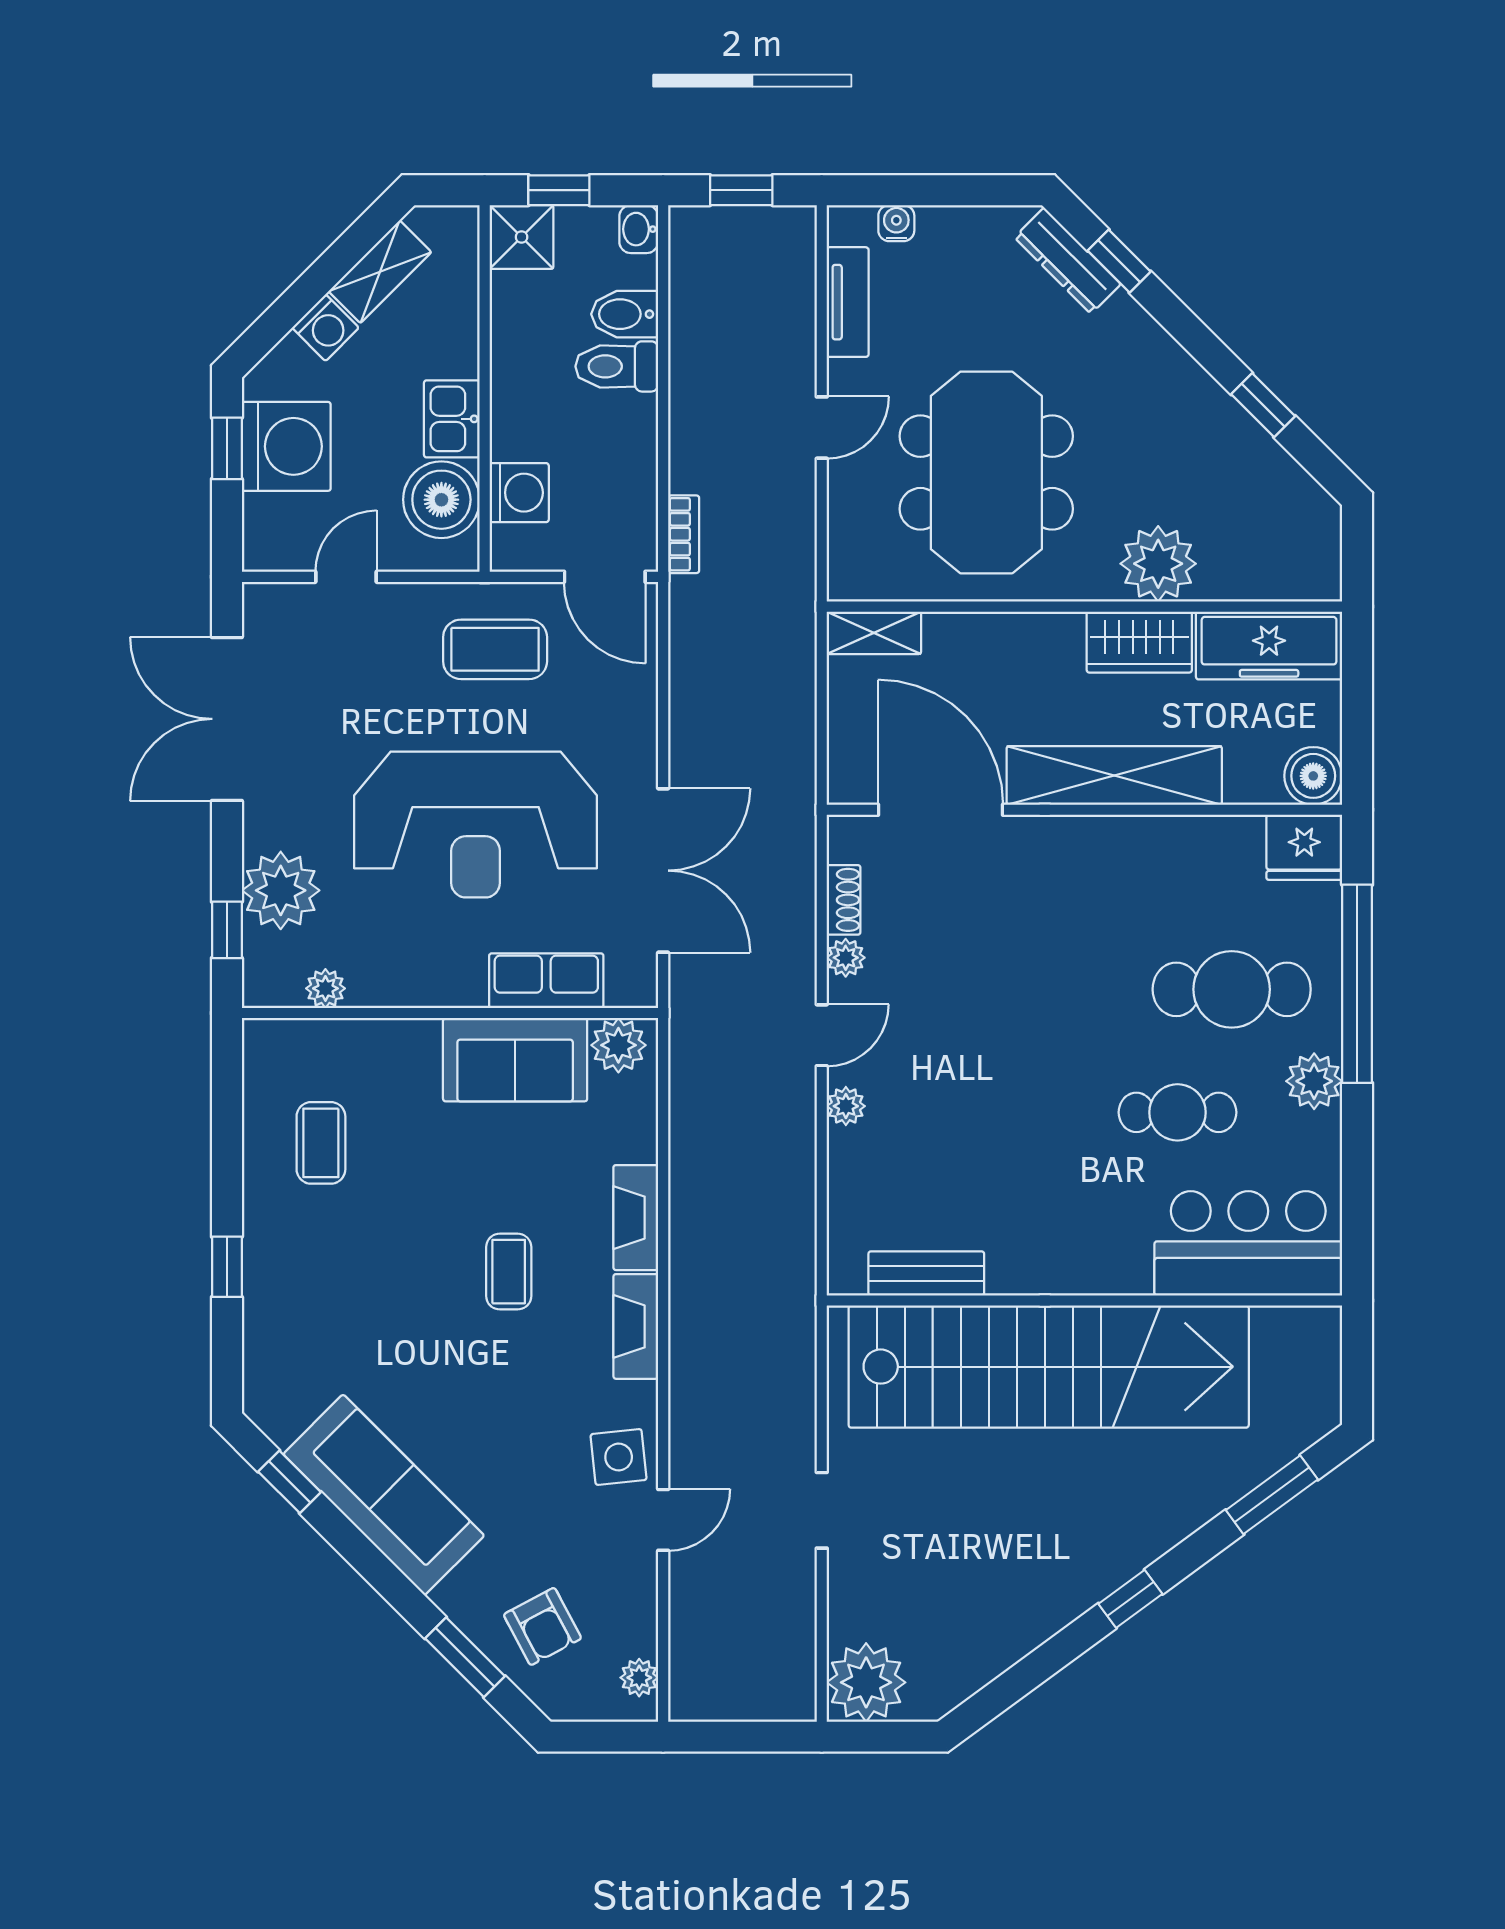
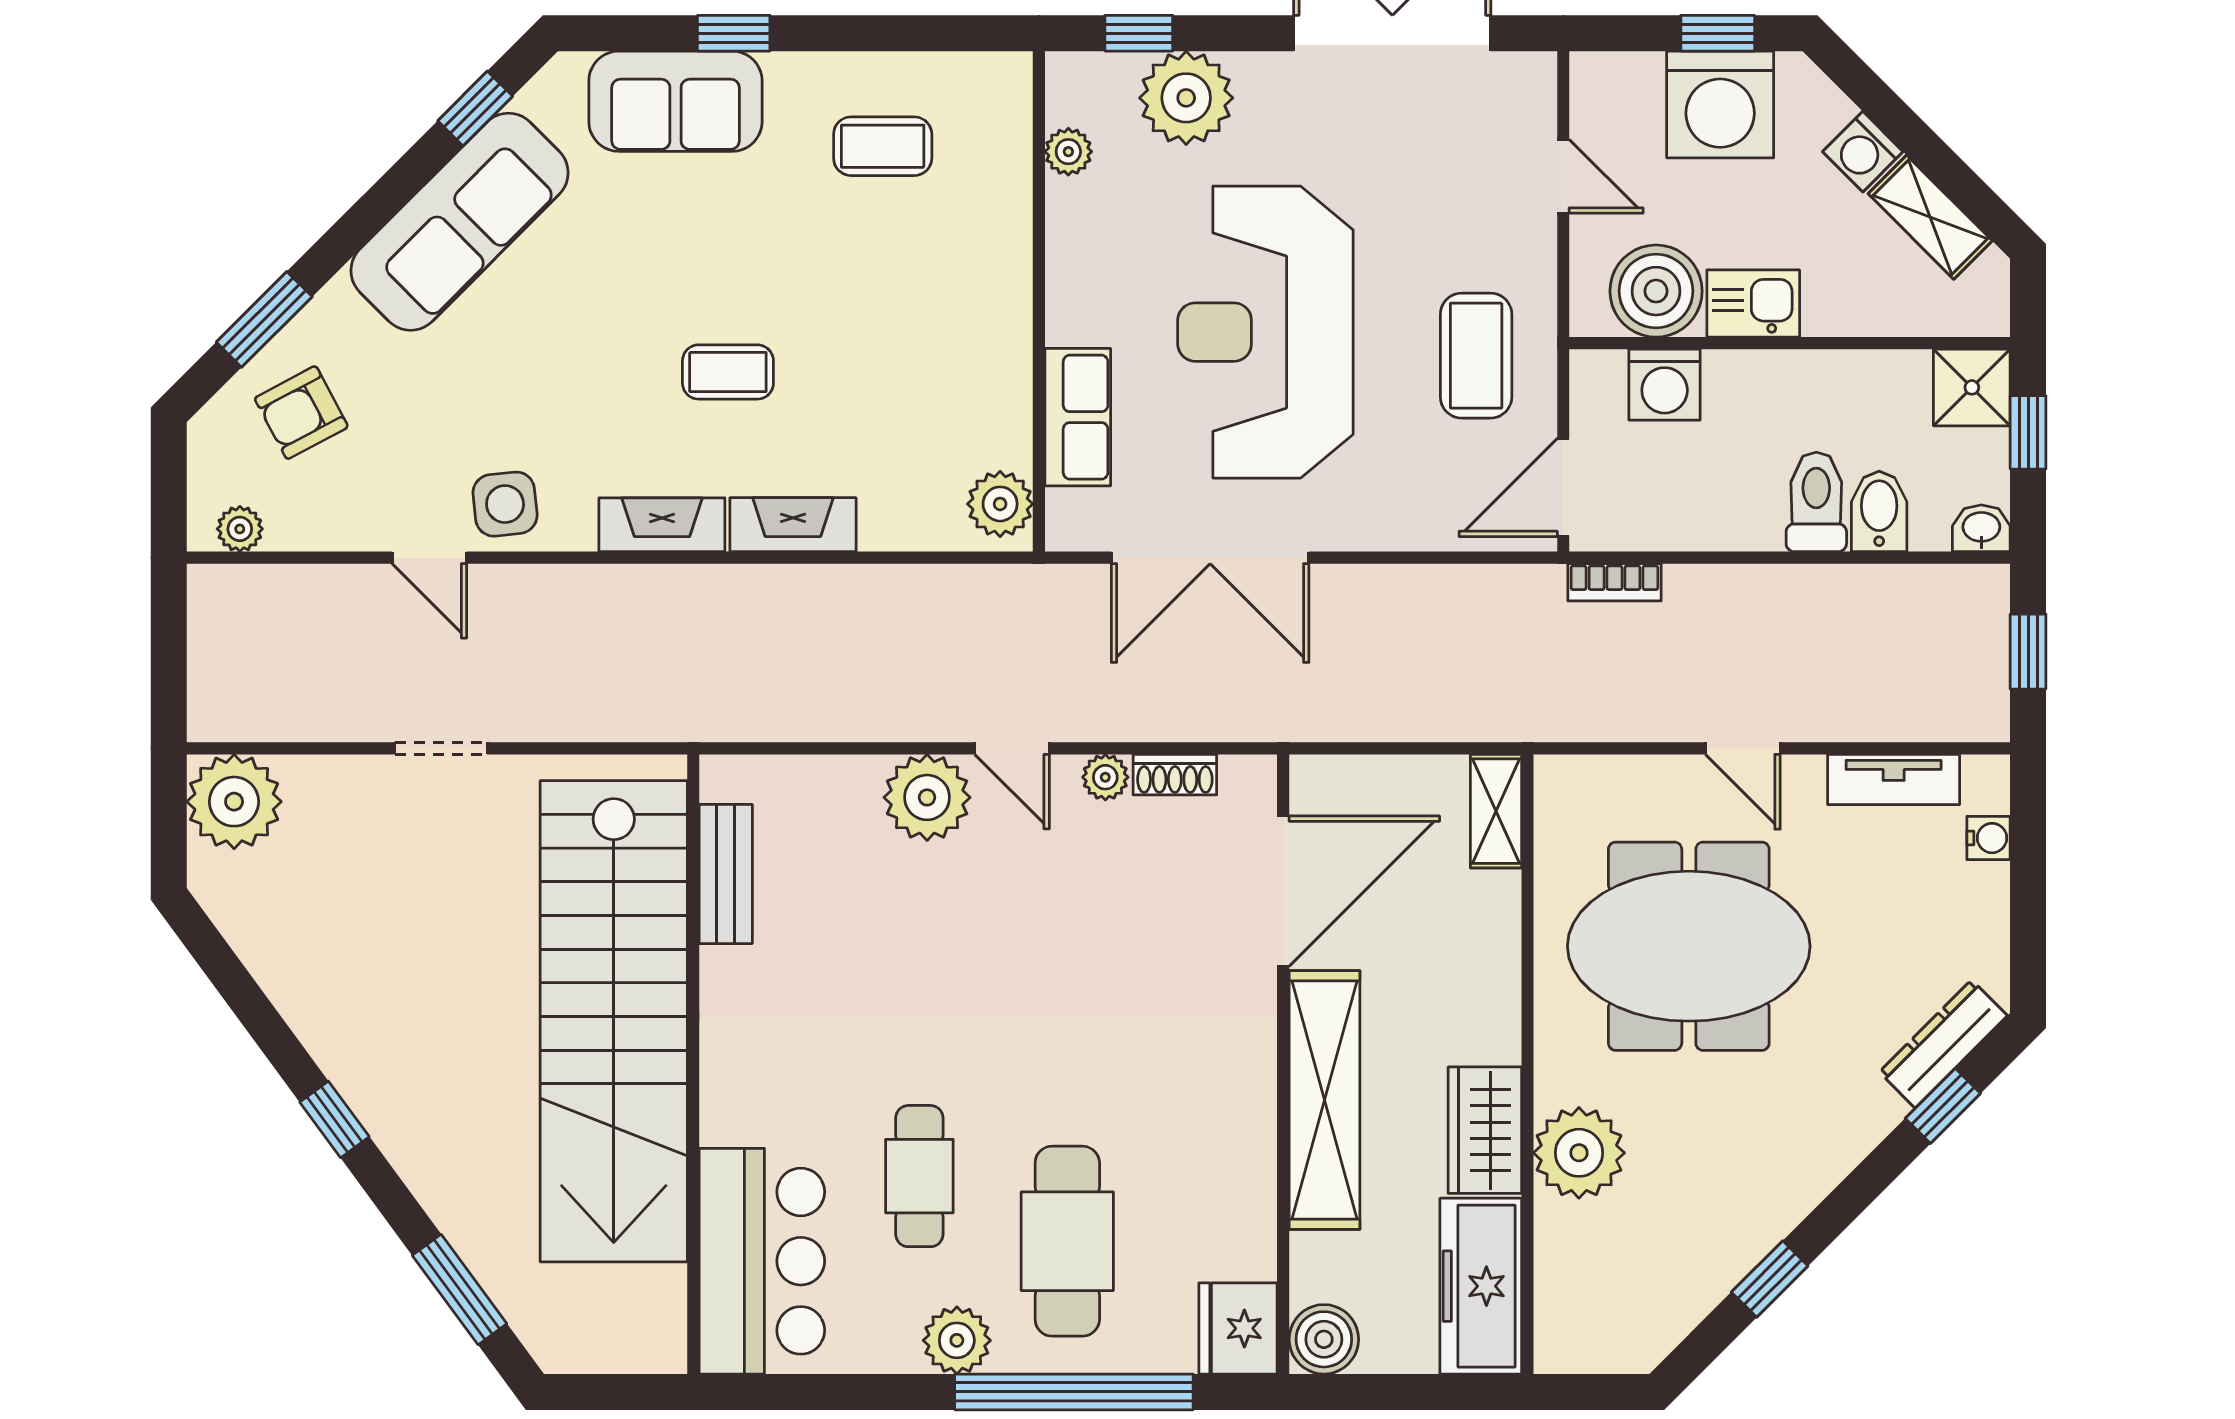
sofa: (515, 1060) -> (675, 101), moved, turned -90
plant: (846, 1106) -> (927, 797), width x1.88, depth x1.88

